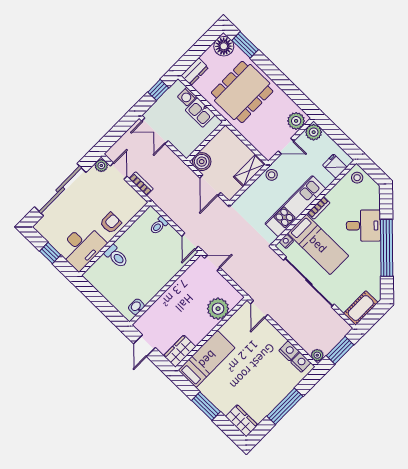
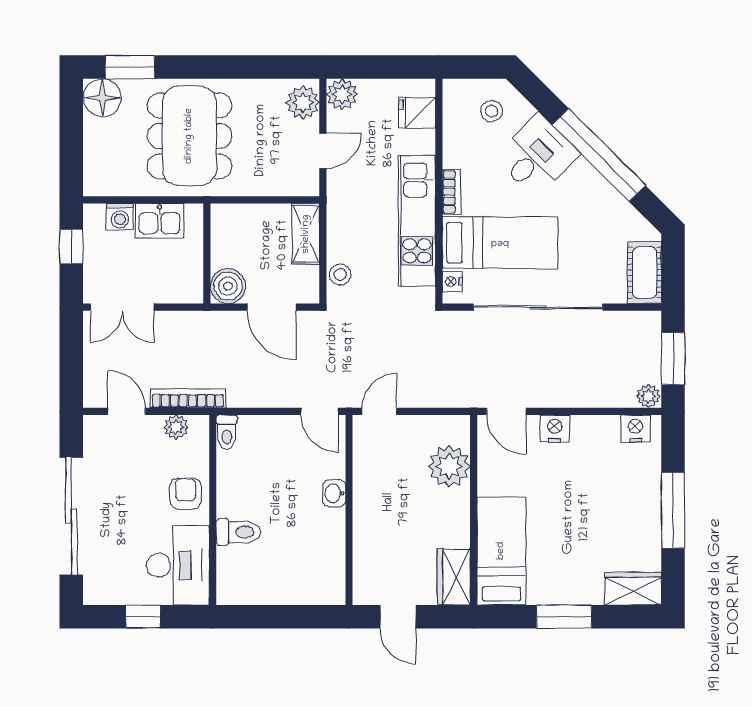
dresser: (195, 72) -> (97, 172), removed
plant: (101, 165) -> (176, 427), moved
stool: (272, 175) -> (340, 274), moved
stool: (357, 178) -> (492, 111), moved
bookcase: (141, 184) -> (188, 398), width x1.56
toilet: (159, 225) -> (227, 432), moved
washbasin: (136, 307) -> (334, 493), moved
nightstand: (289, 351) -> (555, 429), moved

